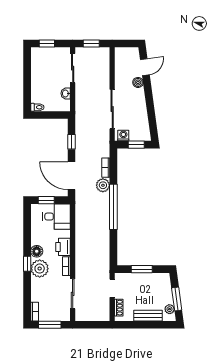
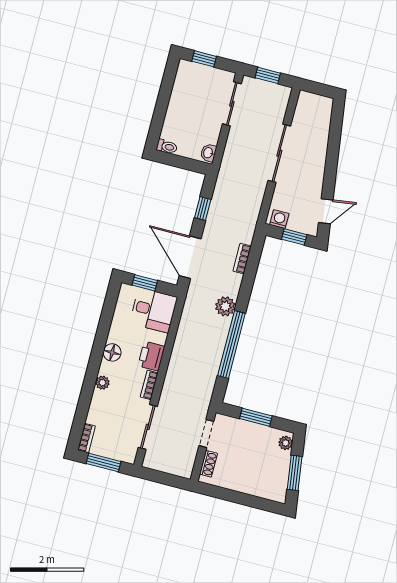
door: (145, 67) -> (326, 211), moved
boiler: (138, 82) -> (320, 149), removed
washbasin: (66, 93) -> (208, 153), moved
sliding door: (112, 109) -> (279, 153), moved
plant: (103, 185) -> (225, 306), moved
window: (113, 207) -> (231, 344), moved
window: (27, 264) -> (94, 367), removed
plant: (40, 269) -> (102, 383), width x0.53, depth x0.53
plant: (170, 309) -> (286, 443), moved
bench: (148, 316) -> (248, 486), removed

